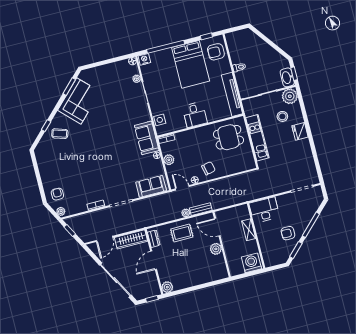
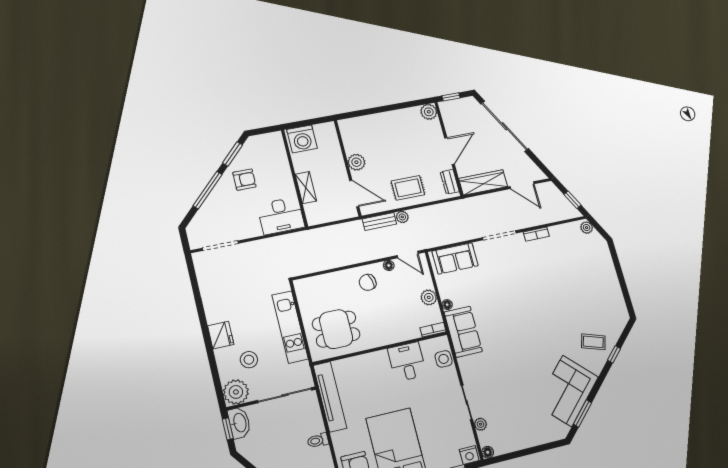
desk: (195, 115) -> (407, 362), moved
armchair: (57, 194) -> (593, 253), removed
door: (104, 239) -> (522, 185), swing flipped

